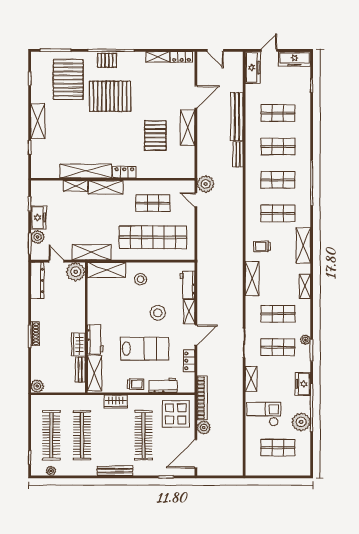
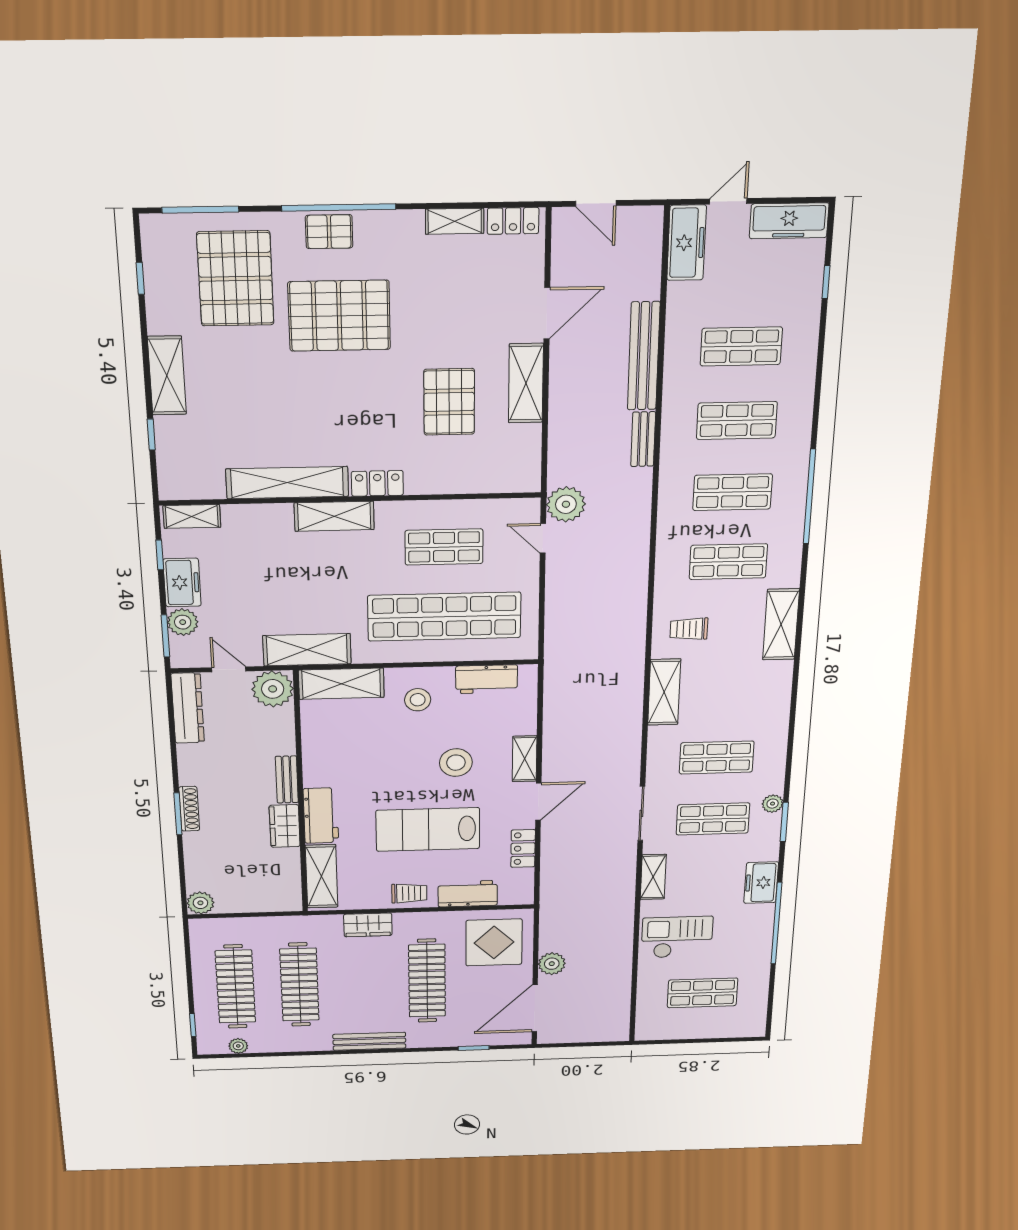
shelving: (75, 186) -> (192, 516), moved
workbench: (188, 285) -> (487, 679), moved, turned -90
shelving: (305, 286) -> (779, 704), removed
lab bench: (145, 349) -> (428, 829), turned 180
bench: (80, 370) -> (287, 780), moved
bookcase: (202, 398) -> (549, 913), removed
plant: (301, 422) -> (753, 948), removed

